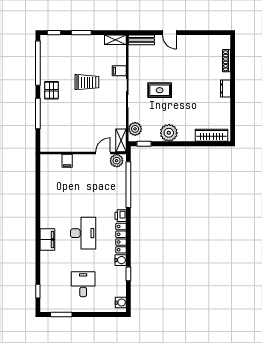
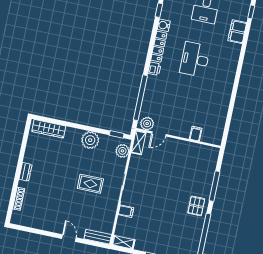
trolley: (87, 82) -> (160, 207), removed
filing cabinet: (47, 239) -> (237, 32), moved

